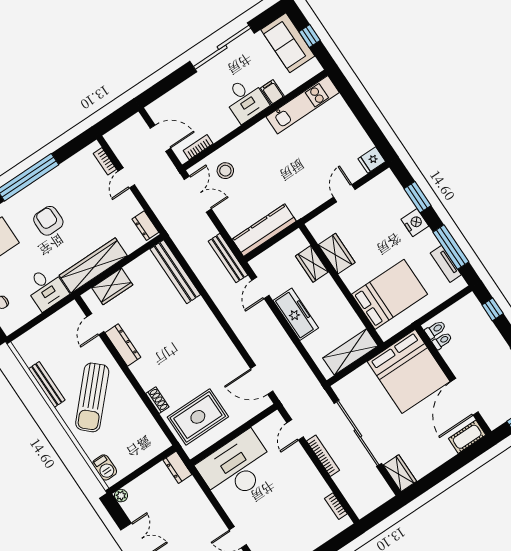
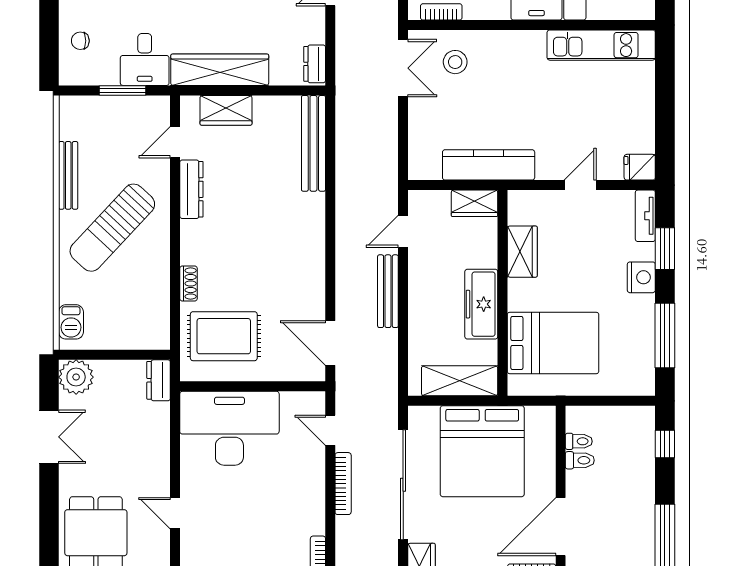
kitchen counter: (264, 230) -> (489, 165), moved
bench: (228, 258) -> (388, 291), moved
wardrobe: (312, 264) -> (474, 203), moved, turned -90
tv unit: (446, 264) -> (645, 216), moved
freezer: (296, 314) -> (481, 304), moved, turned 180
window: (45, 315) -> (122, 90), added
toilet: (435, 330) -> (580, 460), moved
bed: (409, 371) -> (482, 451), moved
door: (295, 430) -> (330, 430), hinge flipped
plant: (121, 496) -> (76, 377), width x1.87, depth x1.87

